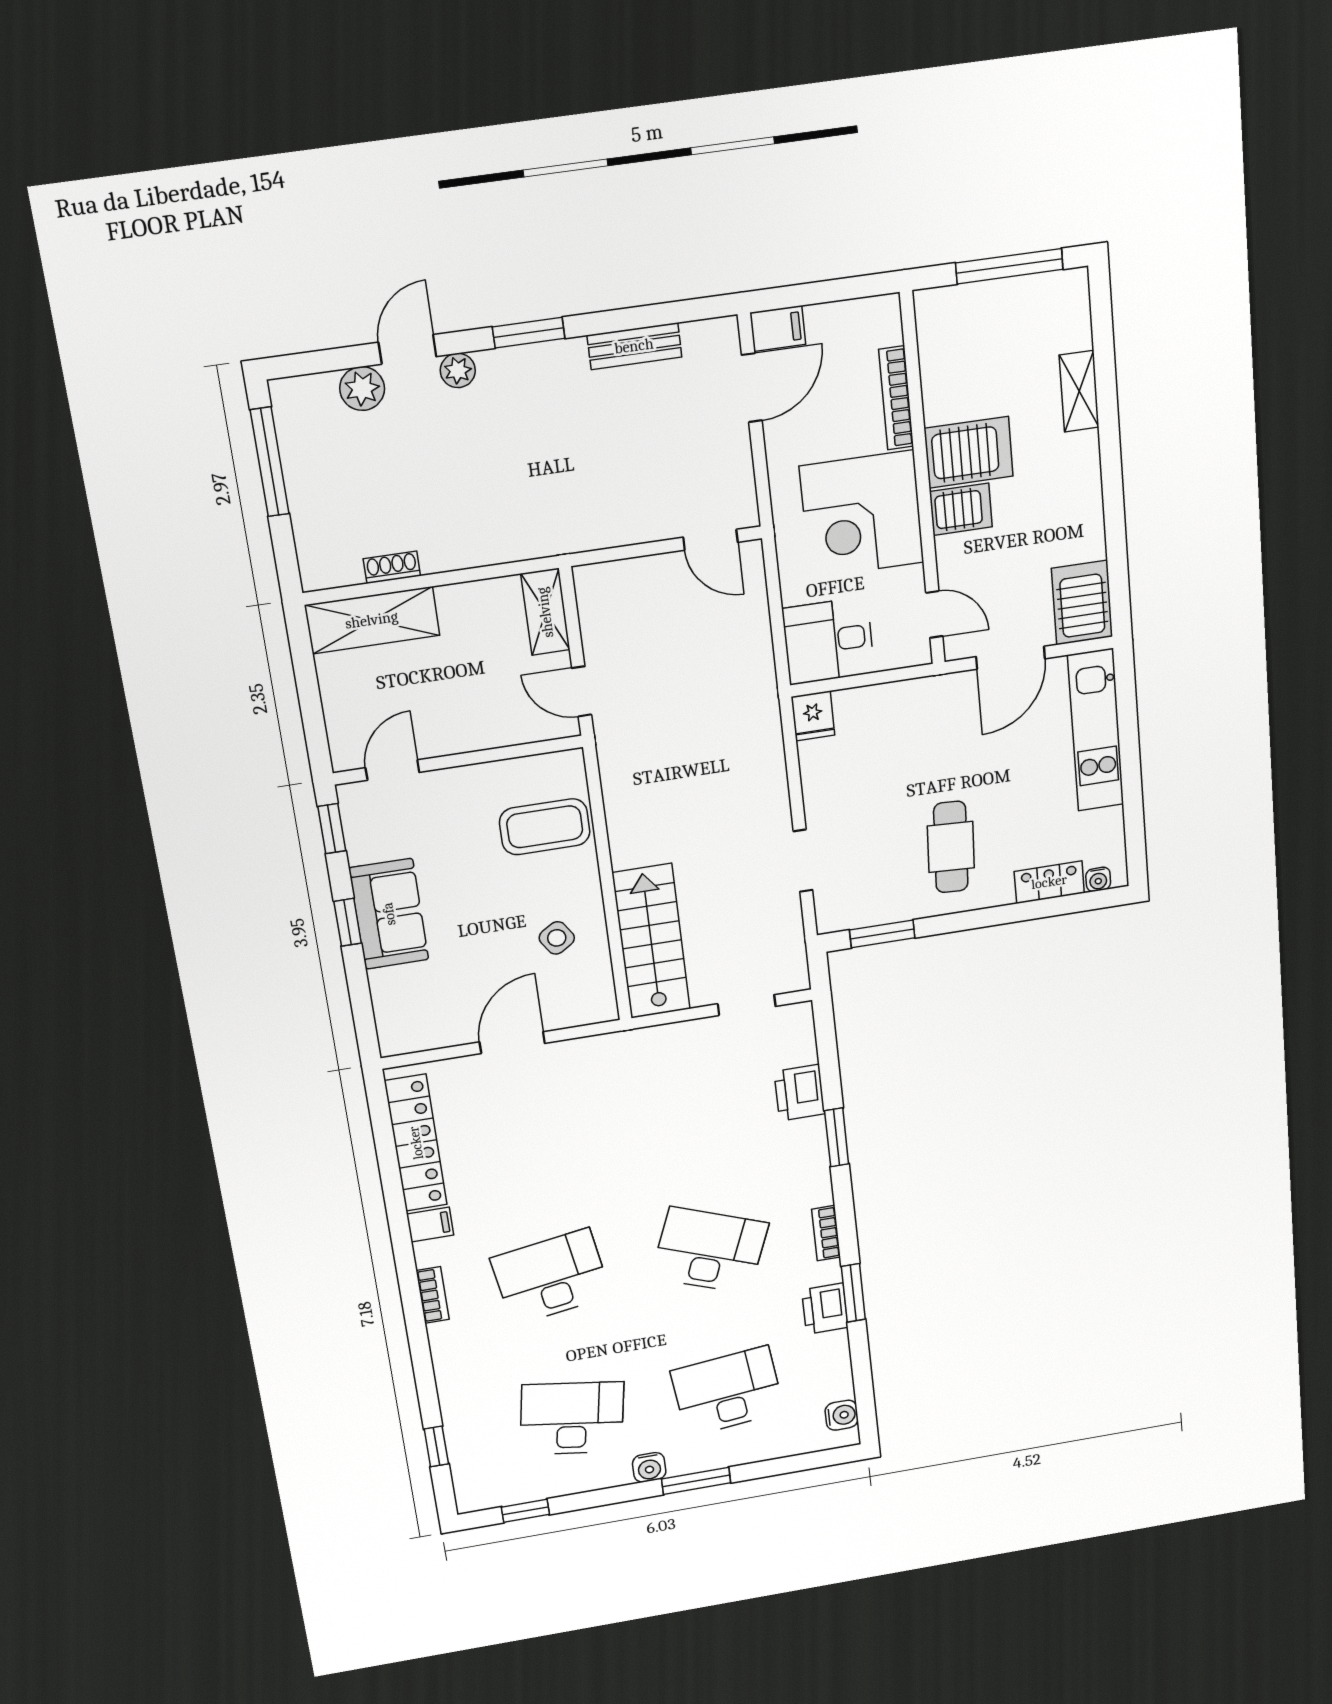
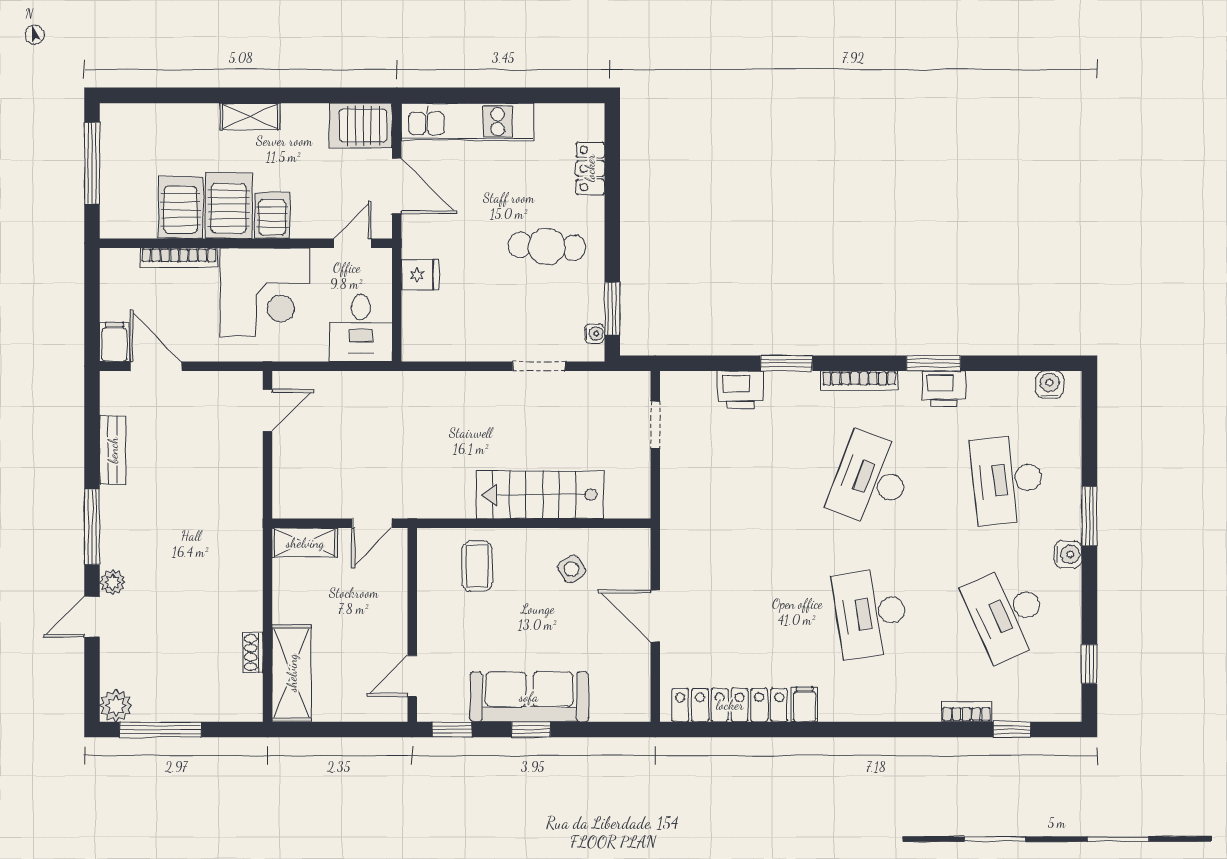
window: (529, 333) -> (92, 527), width x1.44
door: (407, 349) -> (92, 617), hinge flipped
plant: (362, 389) -> (116, 706), moved
server rack: (961, 391) -> (181, 207), added
shelving: (1079, 391) -> (250, 117), moved
fridge: (813, 716) -> (420, 275), moved
door: (392, 770) -> (412, 676), hinge flipped
coffee table: (545, 827) -> (477, 566), width x0.73, depth x0.77
water cooler: (1098, 879) -> (595, 334), moved
sofa: (389, 914) -> (529, 697), width x1.36
stairs: (651, 941) -> (540, 495), moved
bookcase: (826, 1233) -> (859, 381), width x1.56
bookcase: (433, 1295) -> (966, 712), moved
desk: (572, 1418) -> (1007, 613), turned -33

